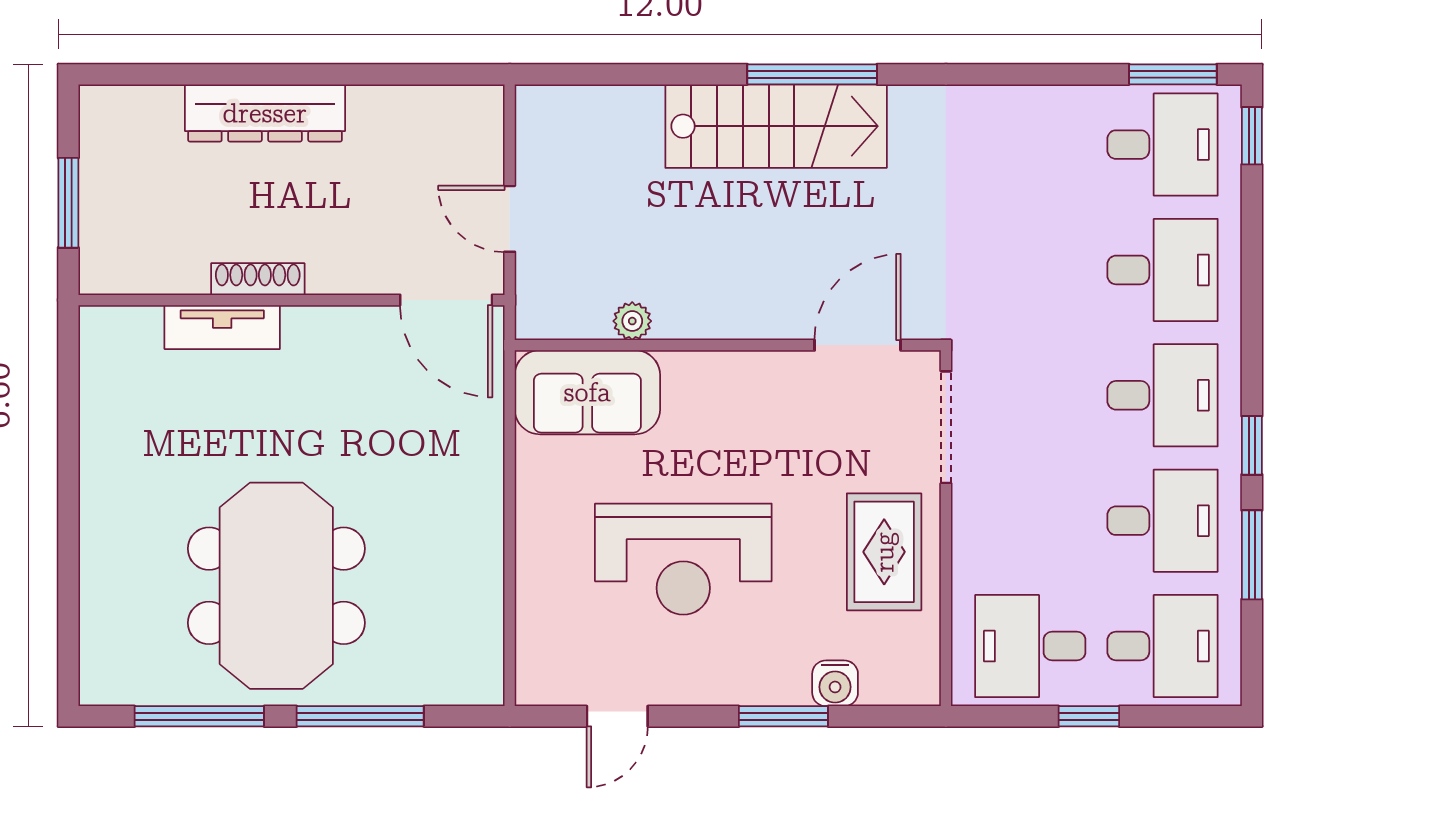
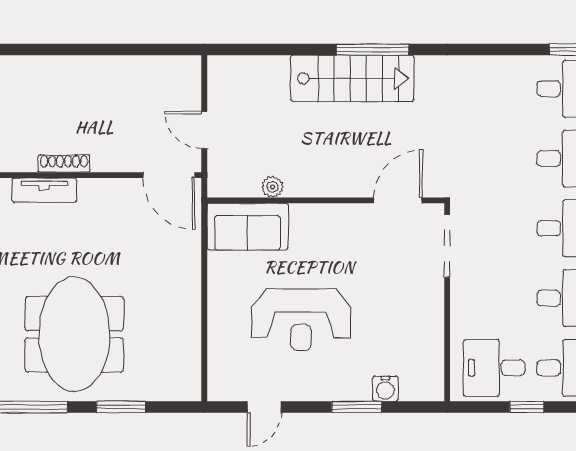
dresser: (265, 113) -> (68, 71), removed
rug: (884, 552) -> (413, 315), removed
window: (360, 716) -> (121, 407), width x0.69

